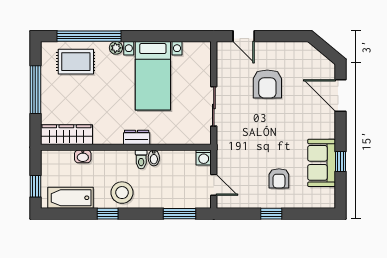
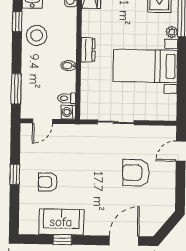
toilet: (141, 159) -> (67, 98), moved

